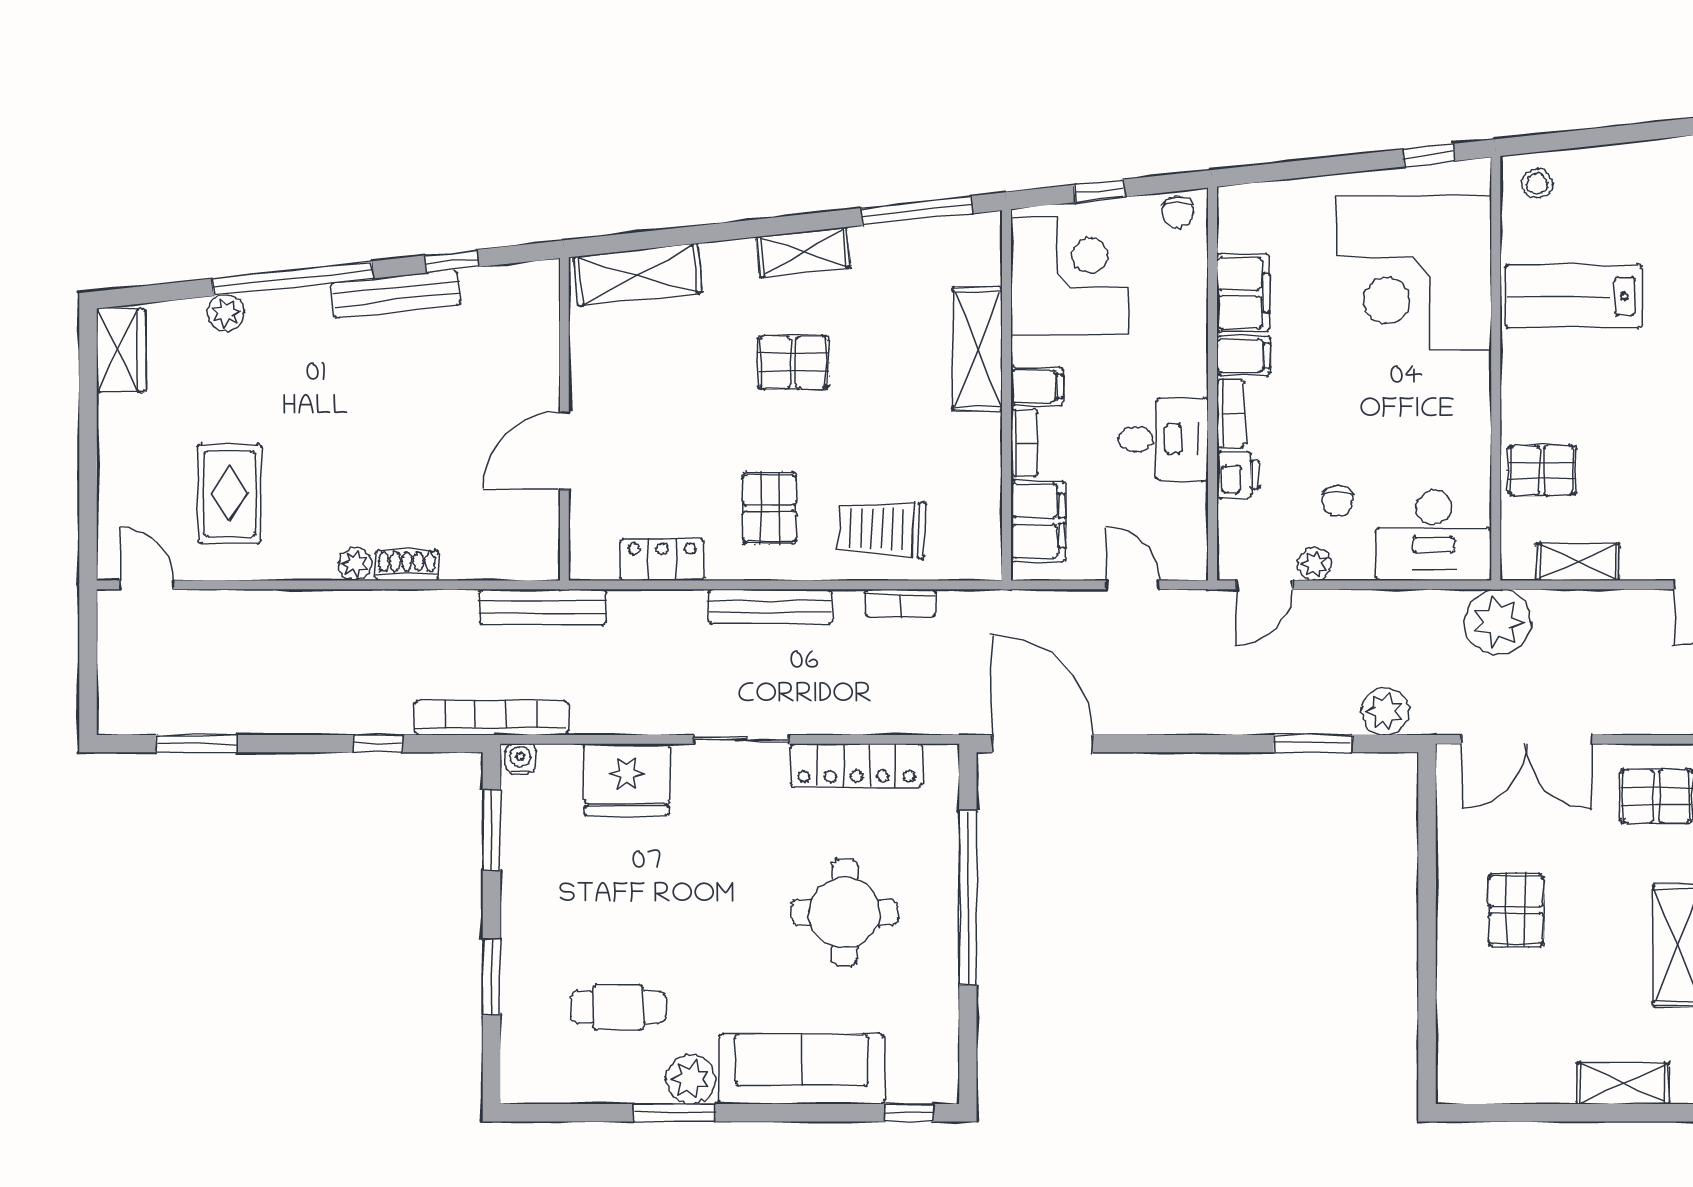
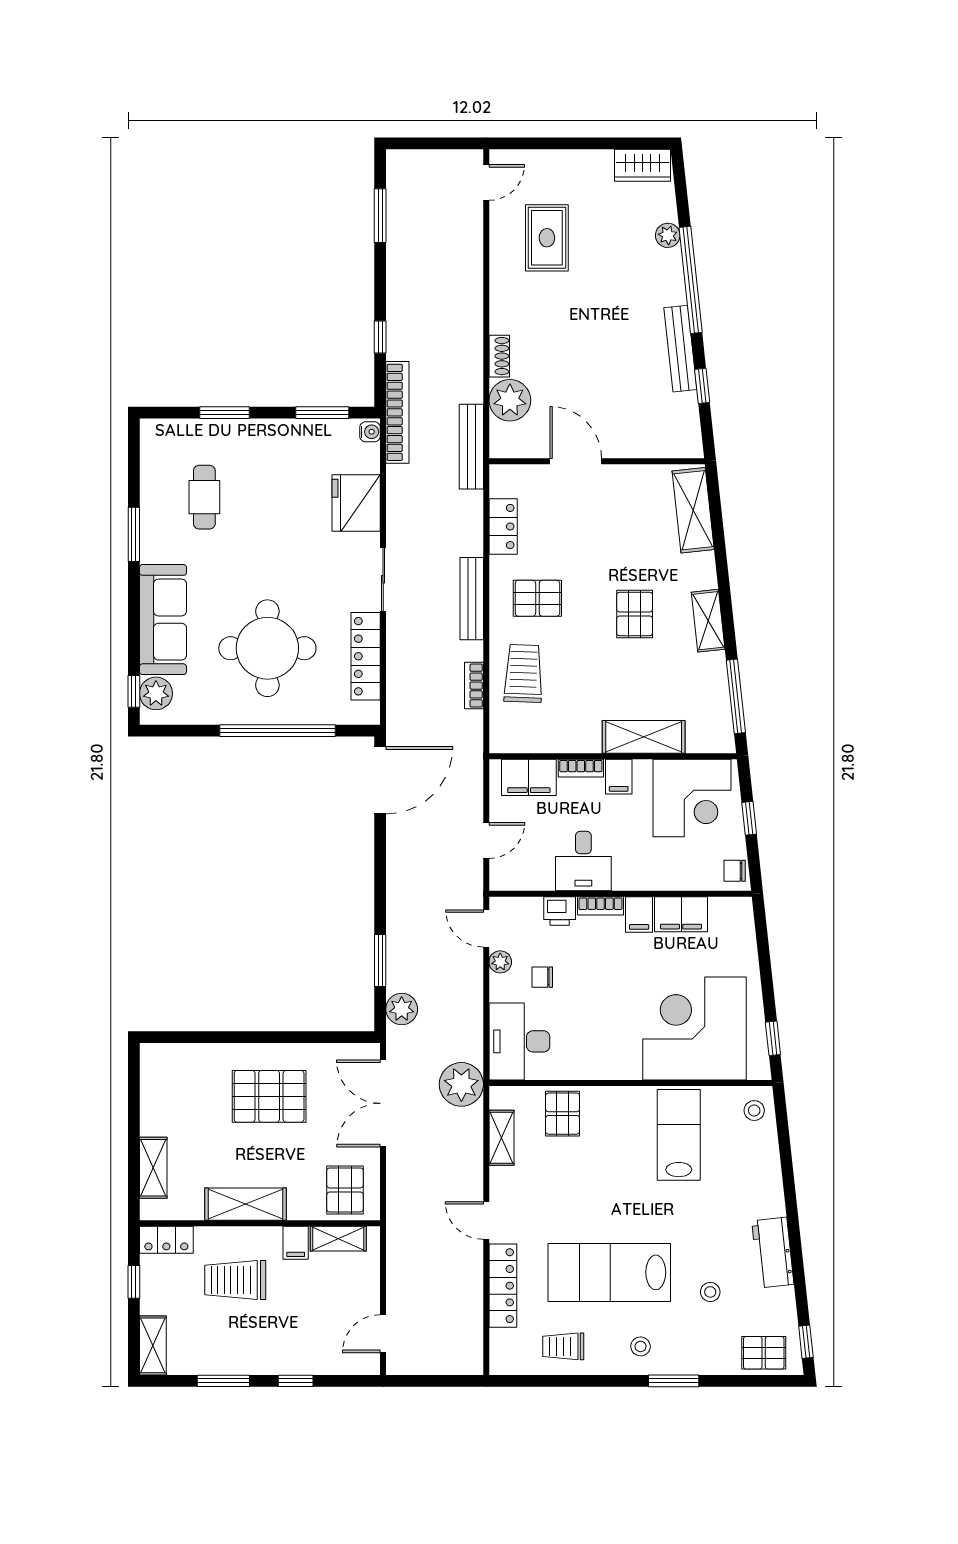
rug: (230, 494) -> (547, 238), turned 90
plant: (355, 564) -> (510, 400), moved, width x1.88, depth x1.88
pallet: (1516, 910) -> (269, 1096), width x1.50, depth x1.42
round table: (845, 912) -> (267, 648), width x1.36, depth x1.36
plant: (691, 1079) -> (156, 693), moved

